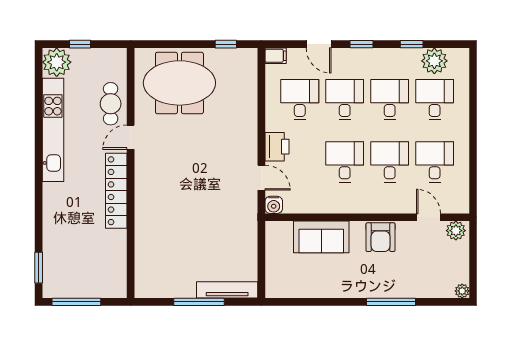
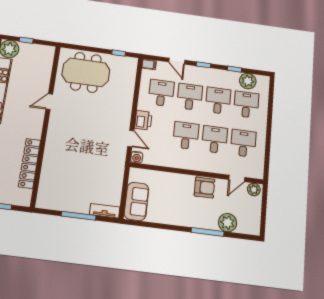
cafe table: (111, 104) -> (40, 79), removed
locker: (116, 191) -> (30, 163), moved
door: (428, 217) -> (237, 178), swing flipped
sofa: (321, 237) -> (136, 201), moved, turned -90
armchair: (381, 237) -> (204, 187), turned -90
tv unit: (227, 290) -> (105, 211), width x0.71
plant: (462, 291) -> (228, 223), moved, width x1.88, depth x1.88

